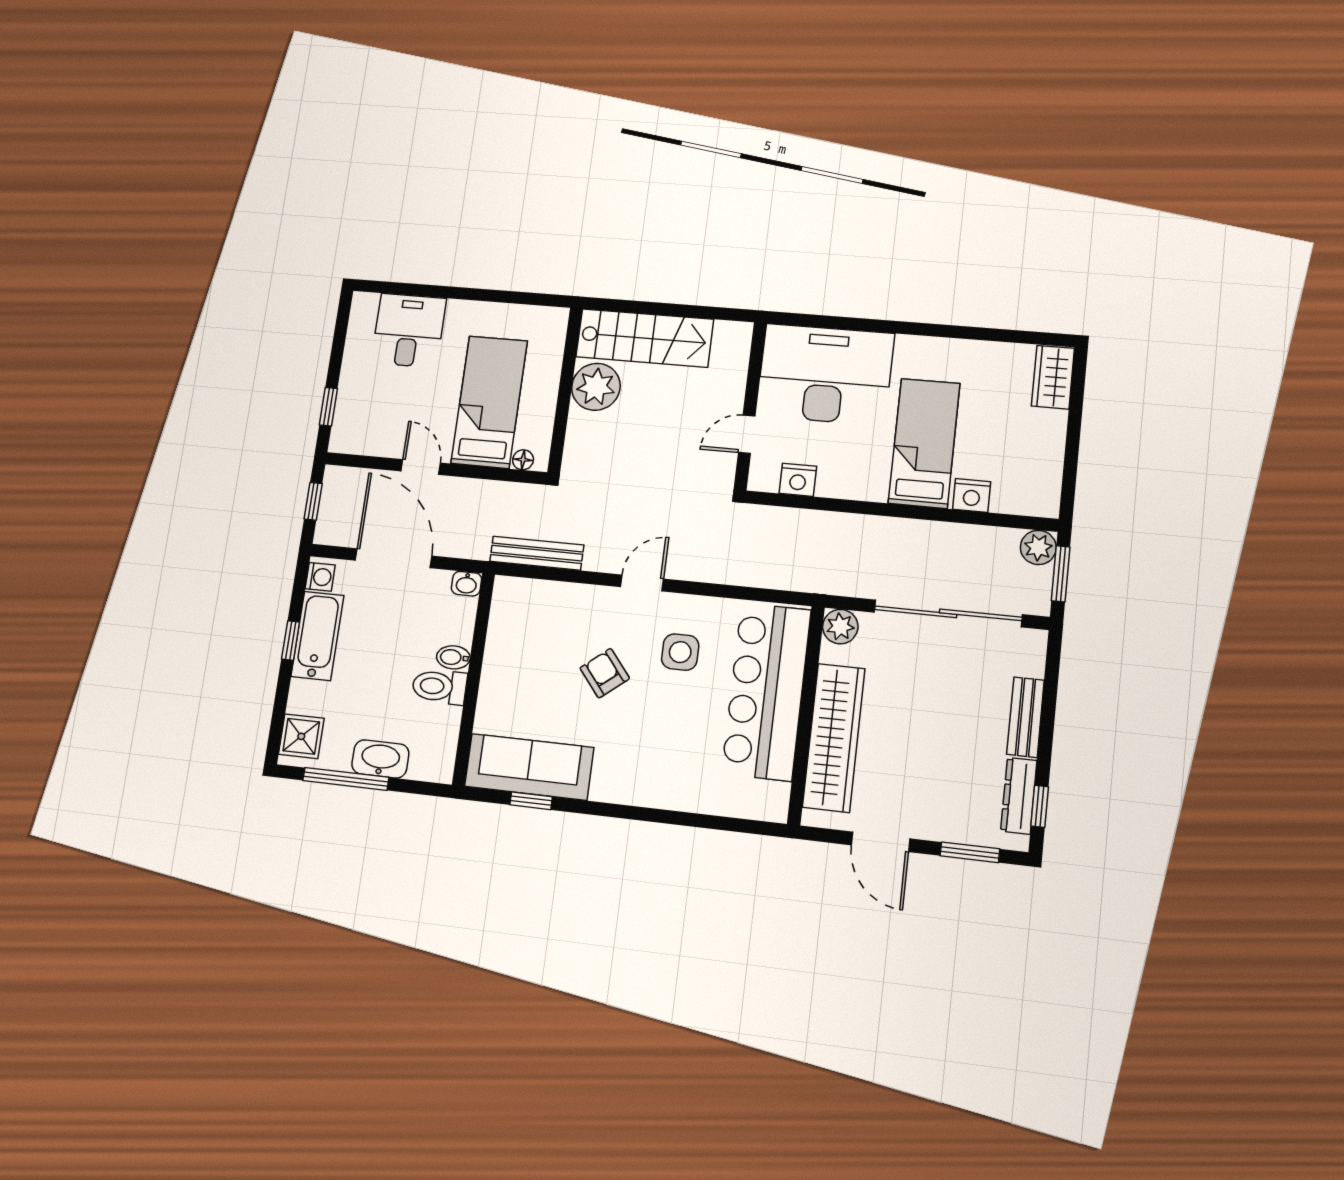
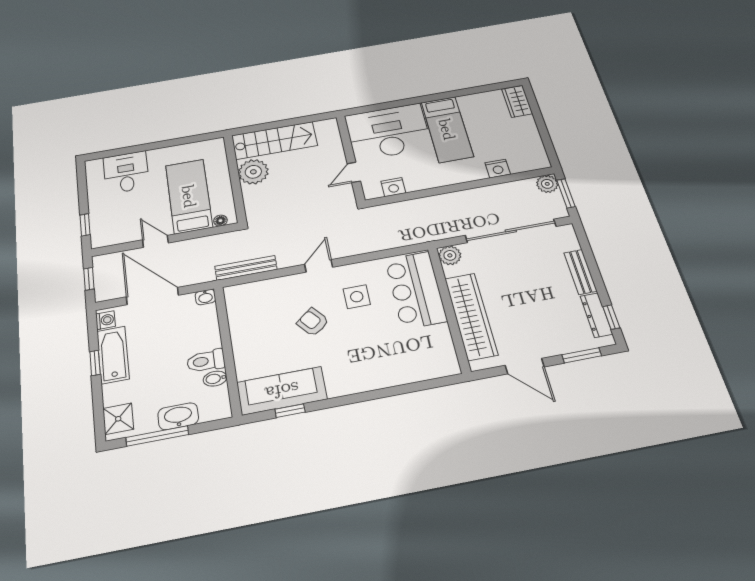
bed: (924, 443) -> (447, 129), moved, turned 180
bidet: (453, 657) -> (215, 379), moved
bar counter: (766, 691) -> (416, 290), width x0.73

